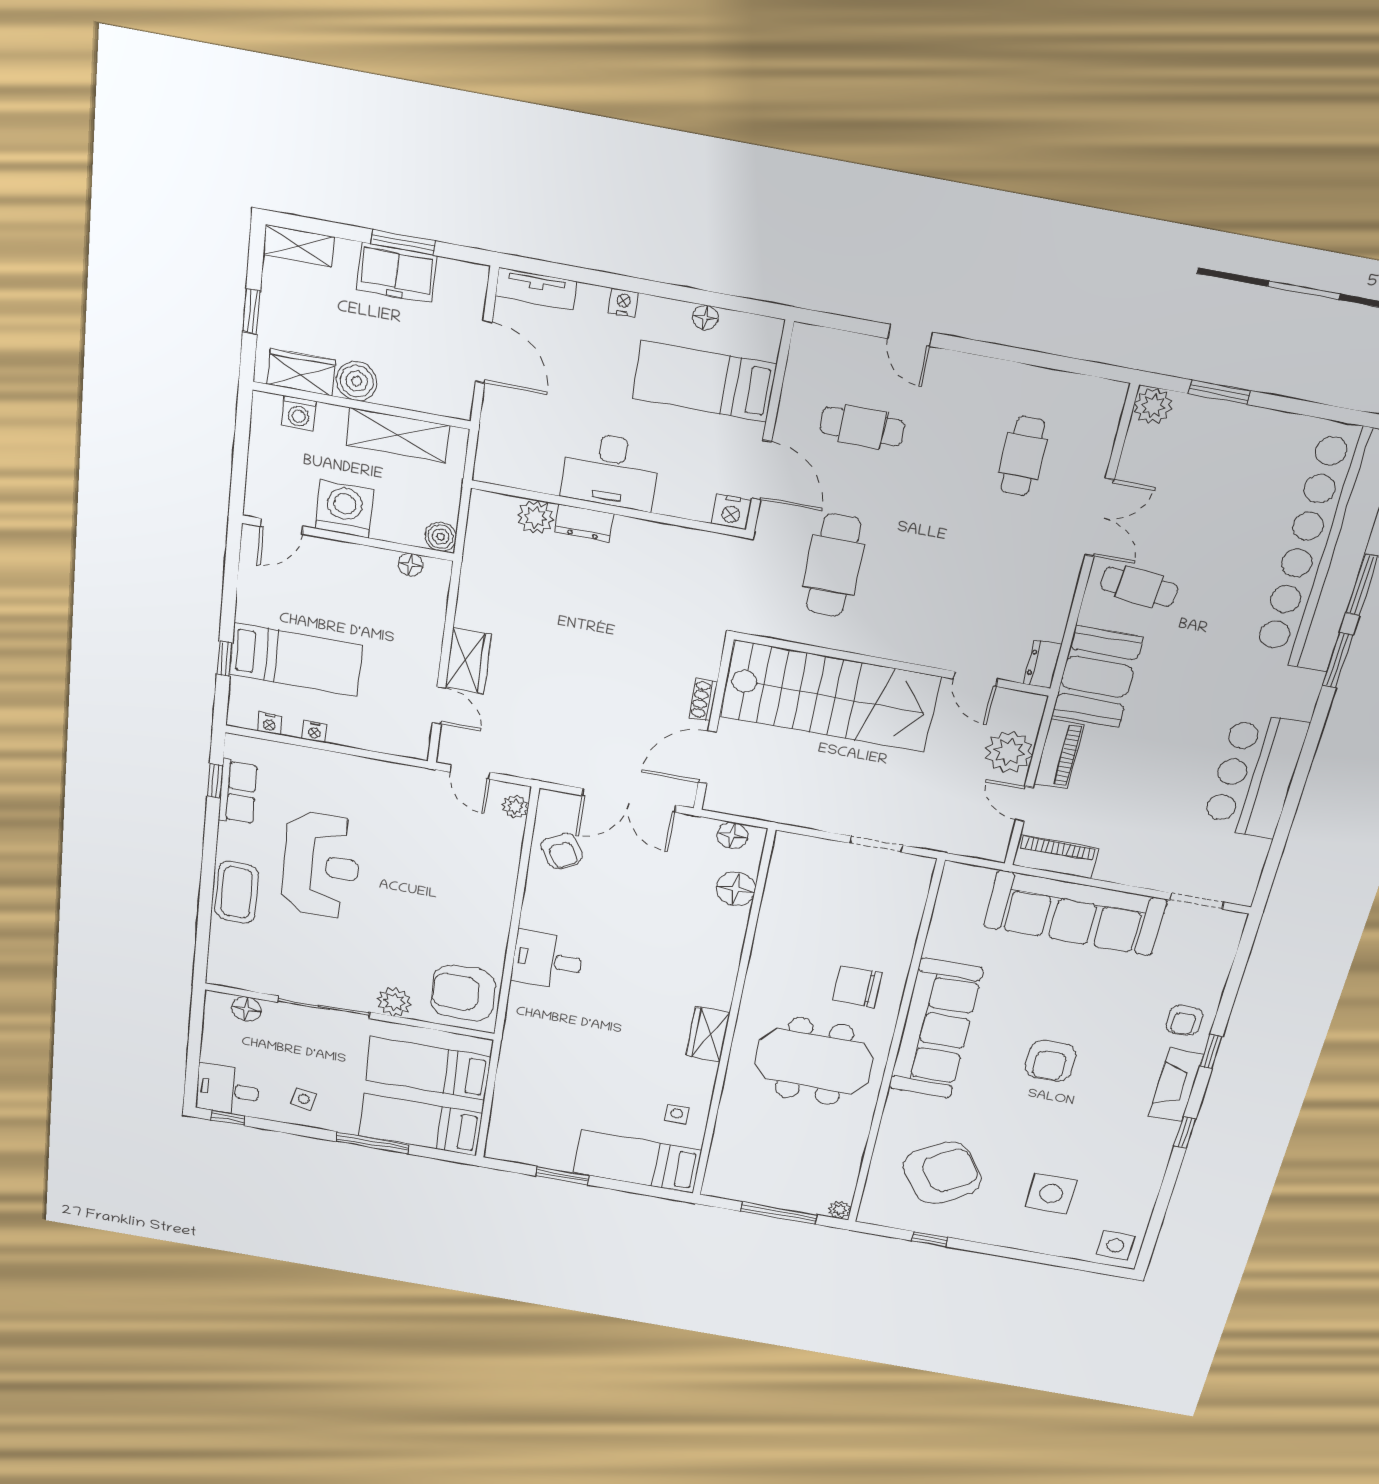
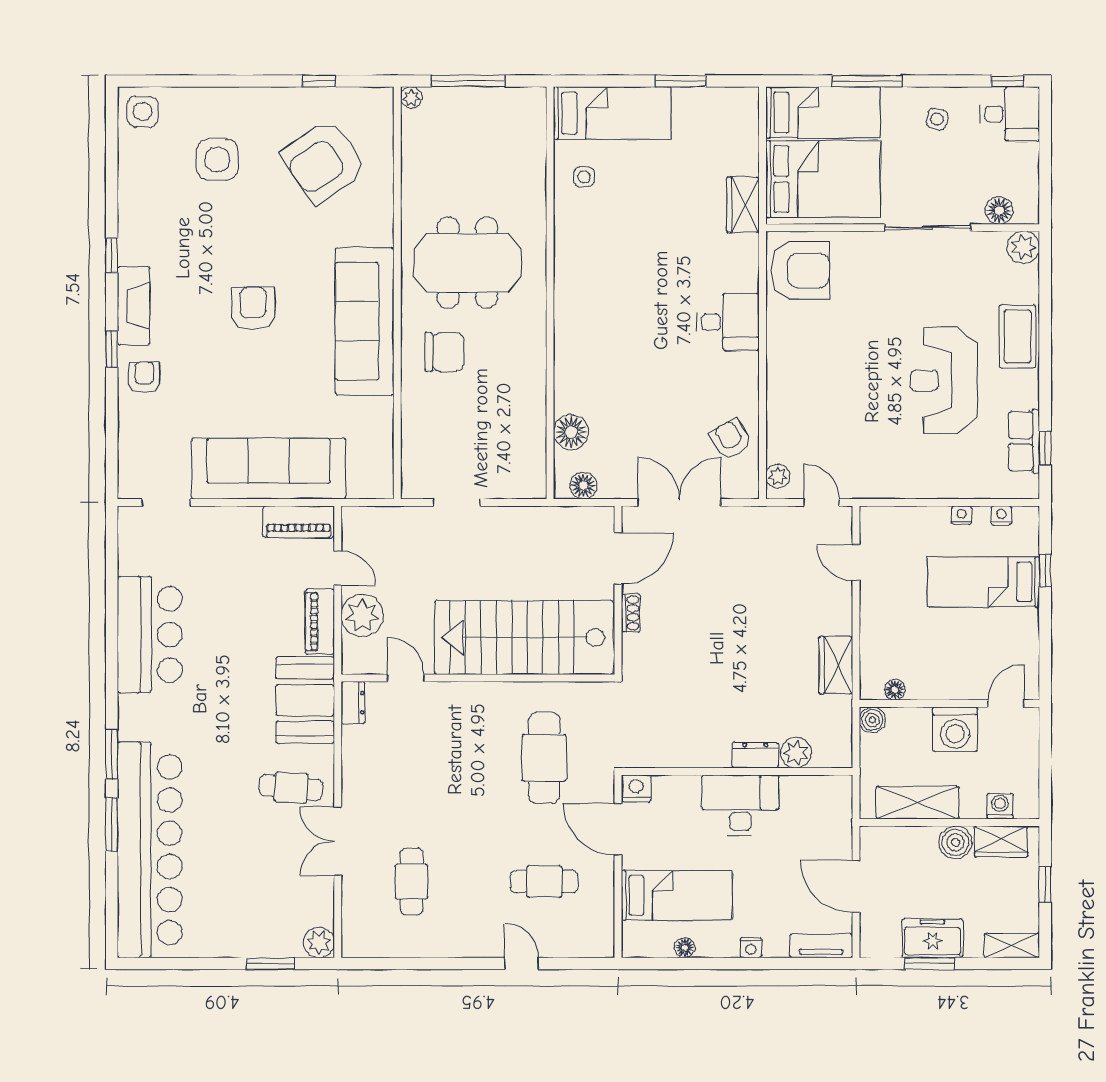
wardrobe: (468, 661) -> (836, 665), moved
plant: (394, 1002) -> (1023, 247), moved
wardrobe: (708, 1034) -> (743, 205), moved, turned 180
bed: (428, 1069) -> (823, 179), width x1.50

